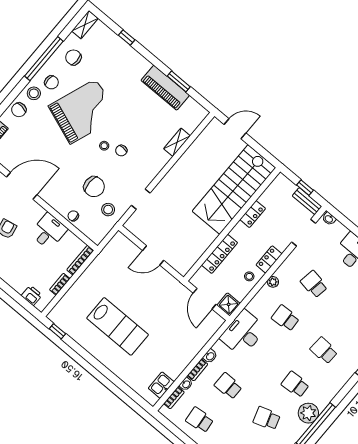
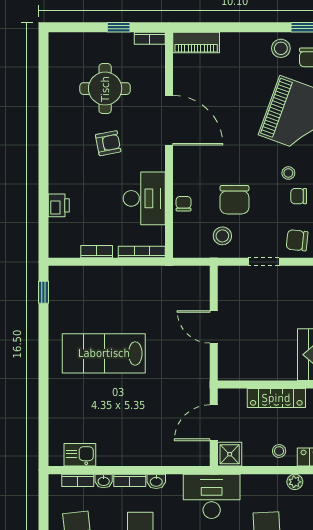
chair: (19, 110) -> (297, 240), moved
desk: (49, 231) -> (144, 198), width x1.37
printer: (32, 295) -> (59, 205), moved
lab bench: (118, 326) -> (104, 353), turned 90

